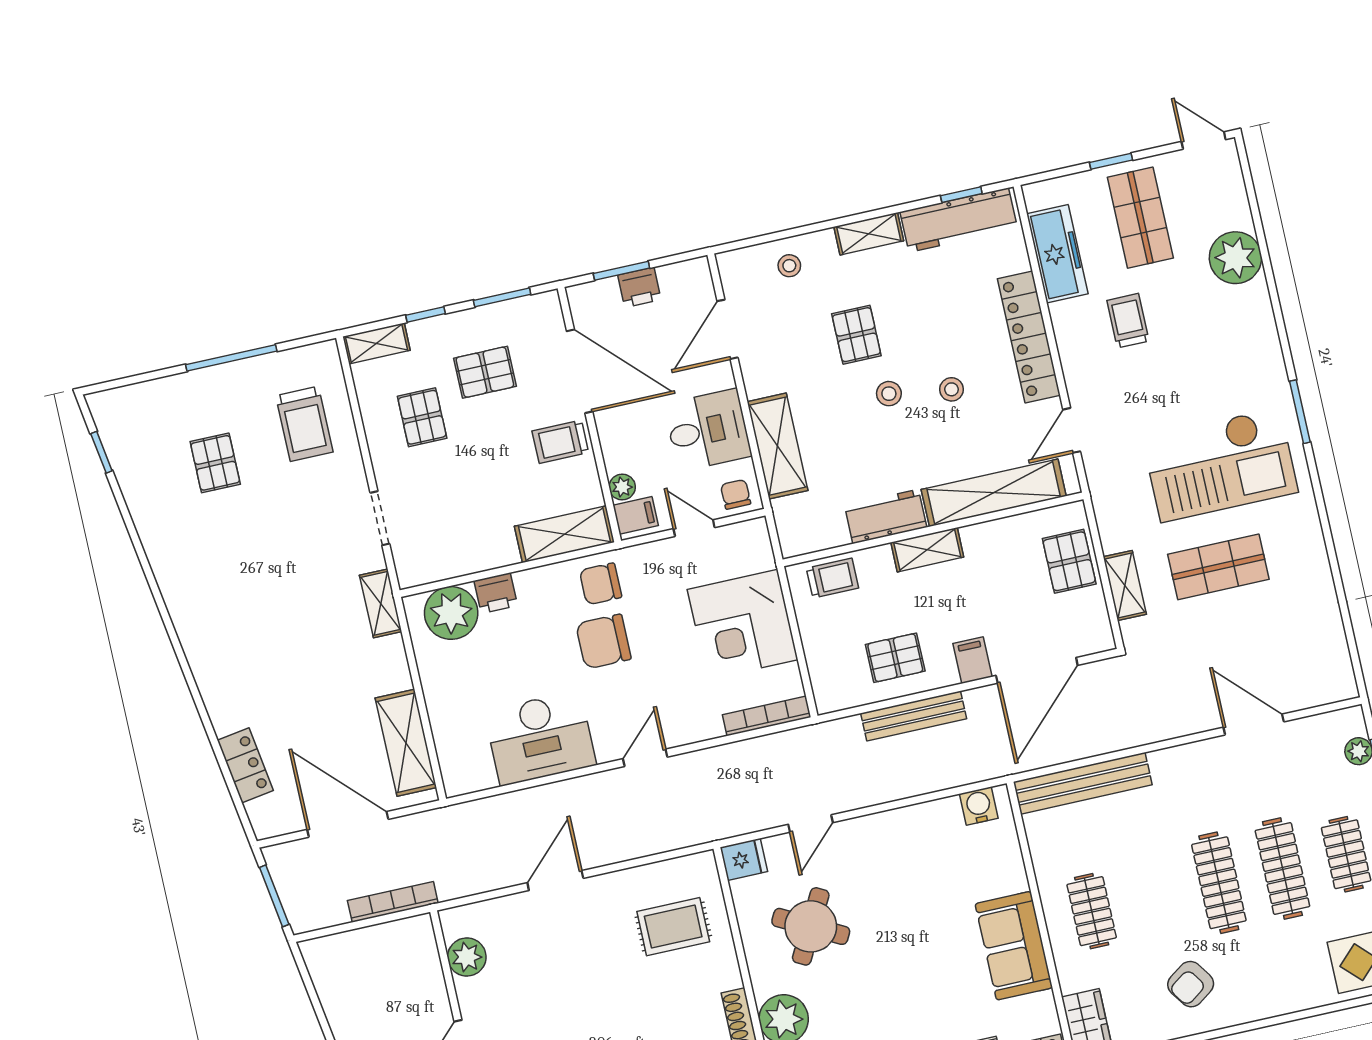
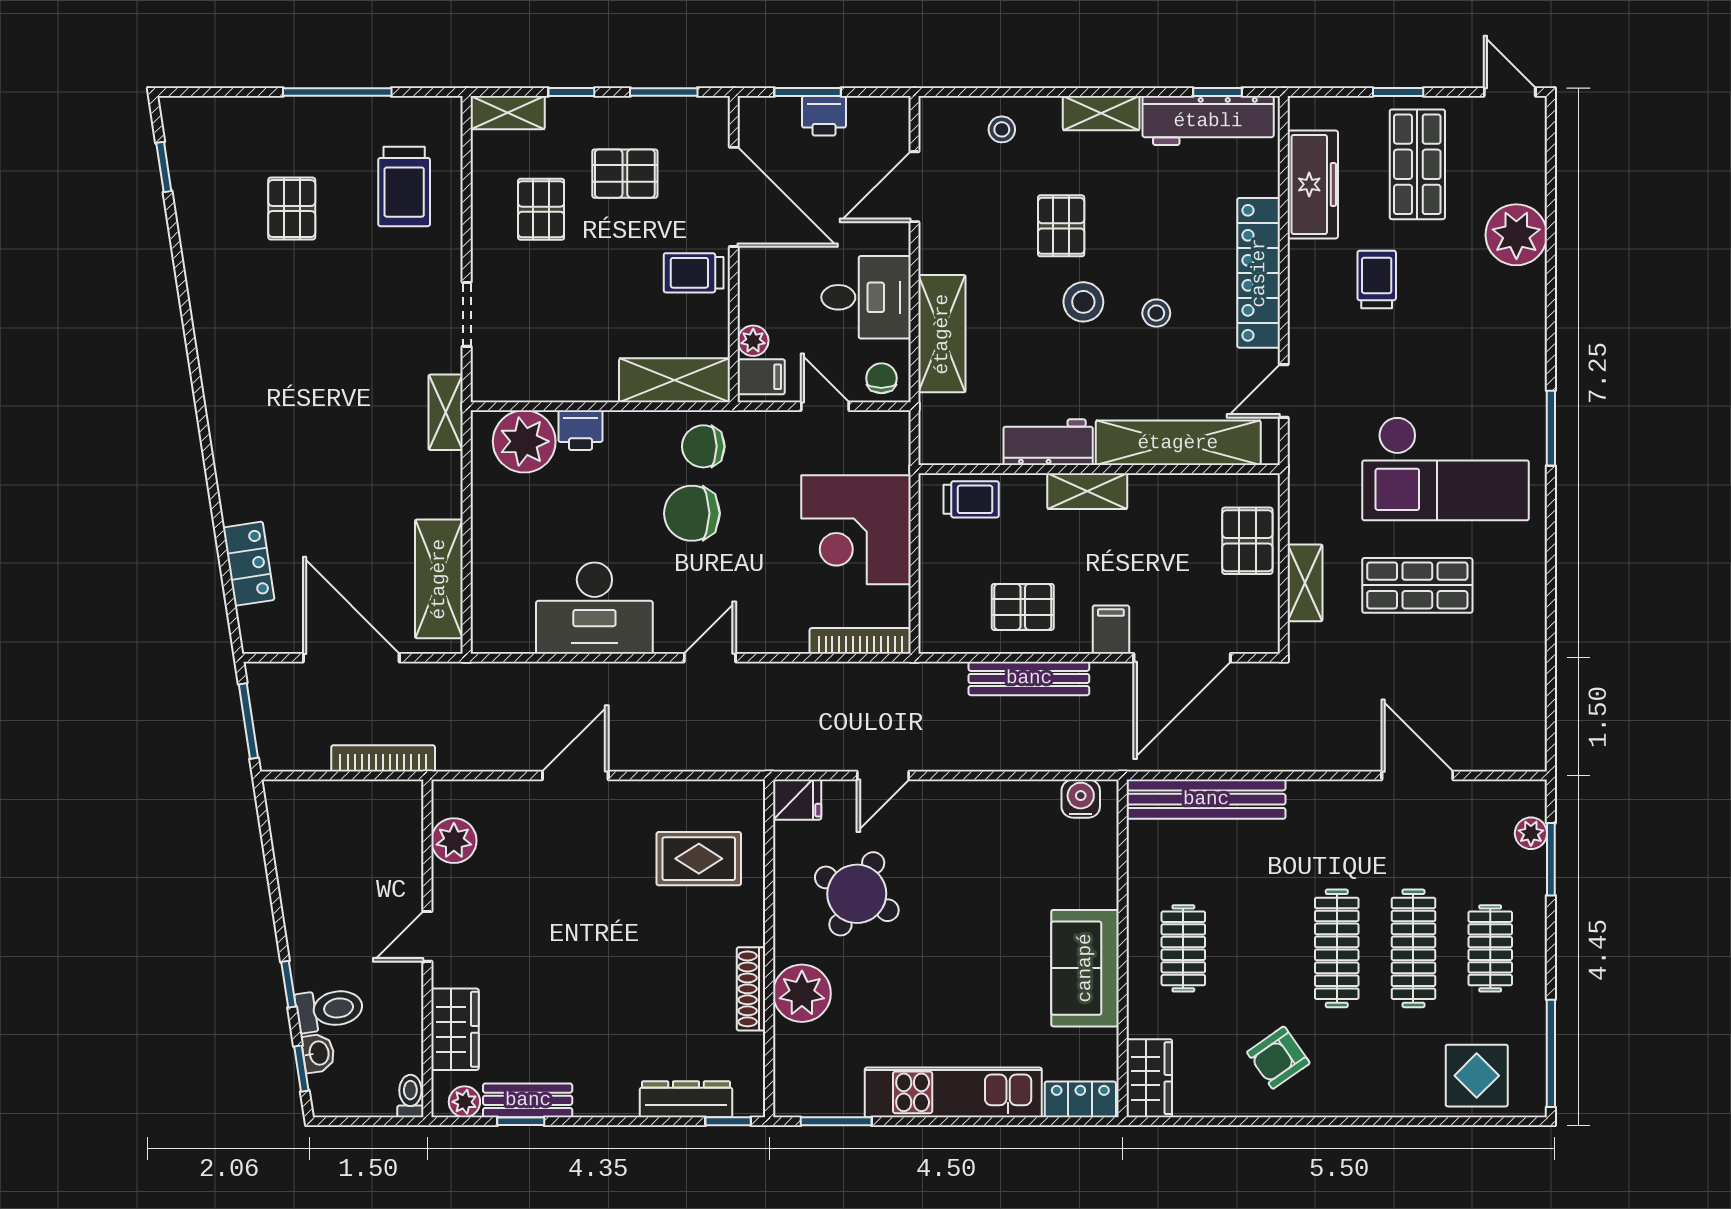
stool: (889, 394) -> (1083, 302), width x1.37, depth x1.37

